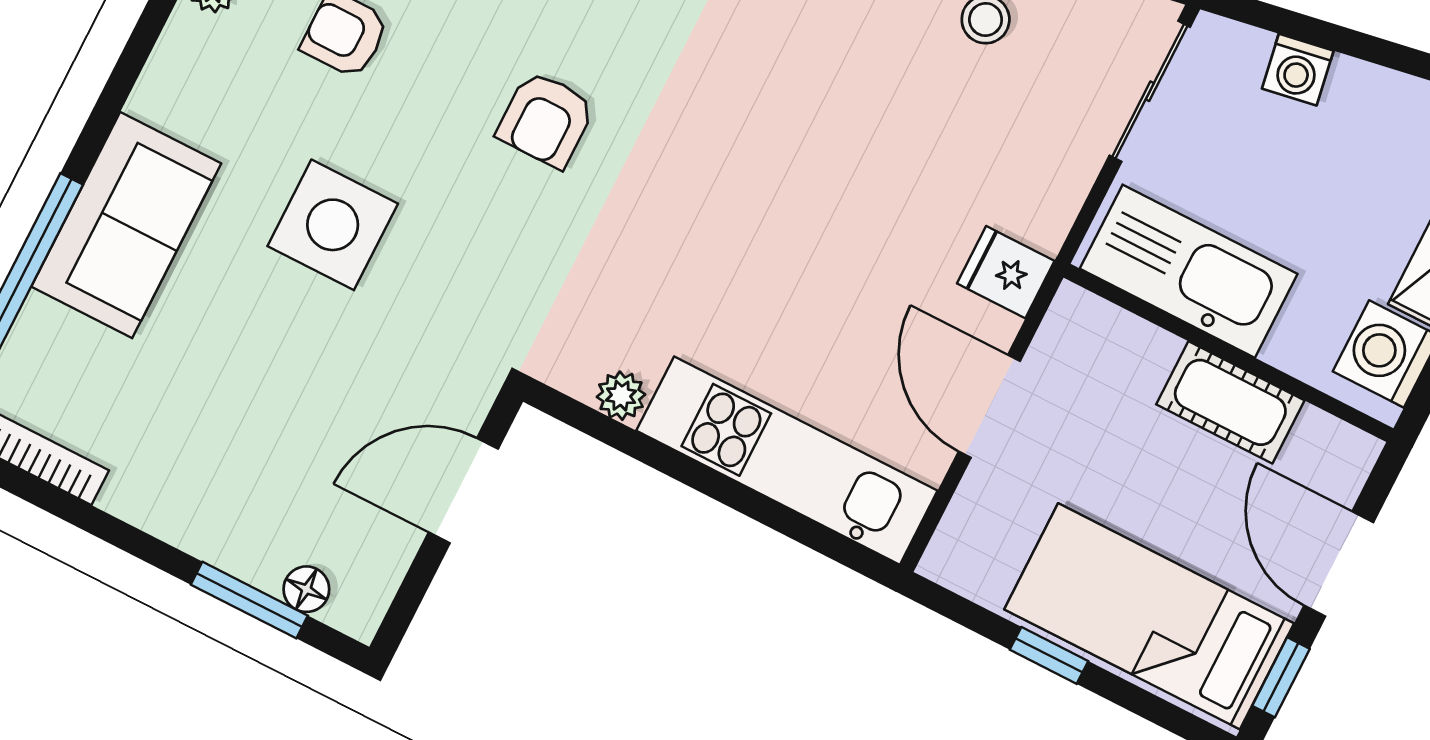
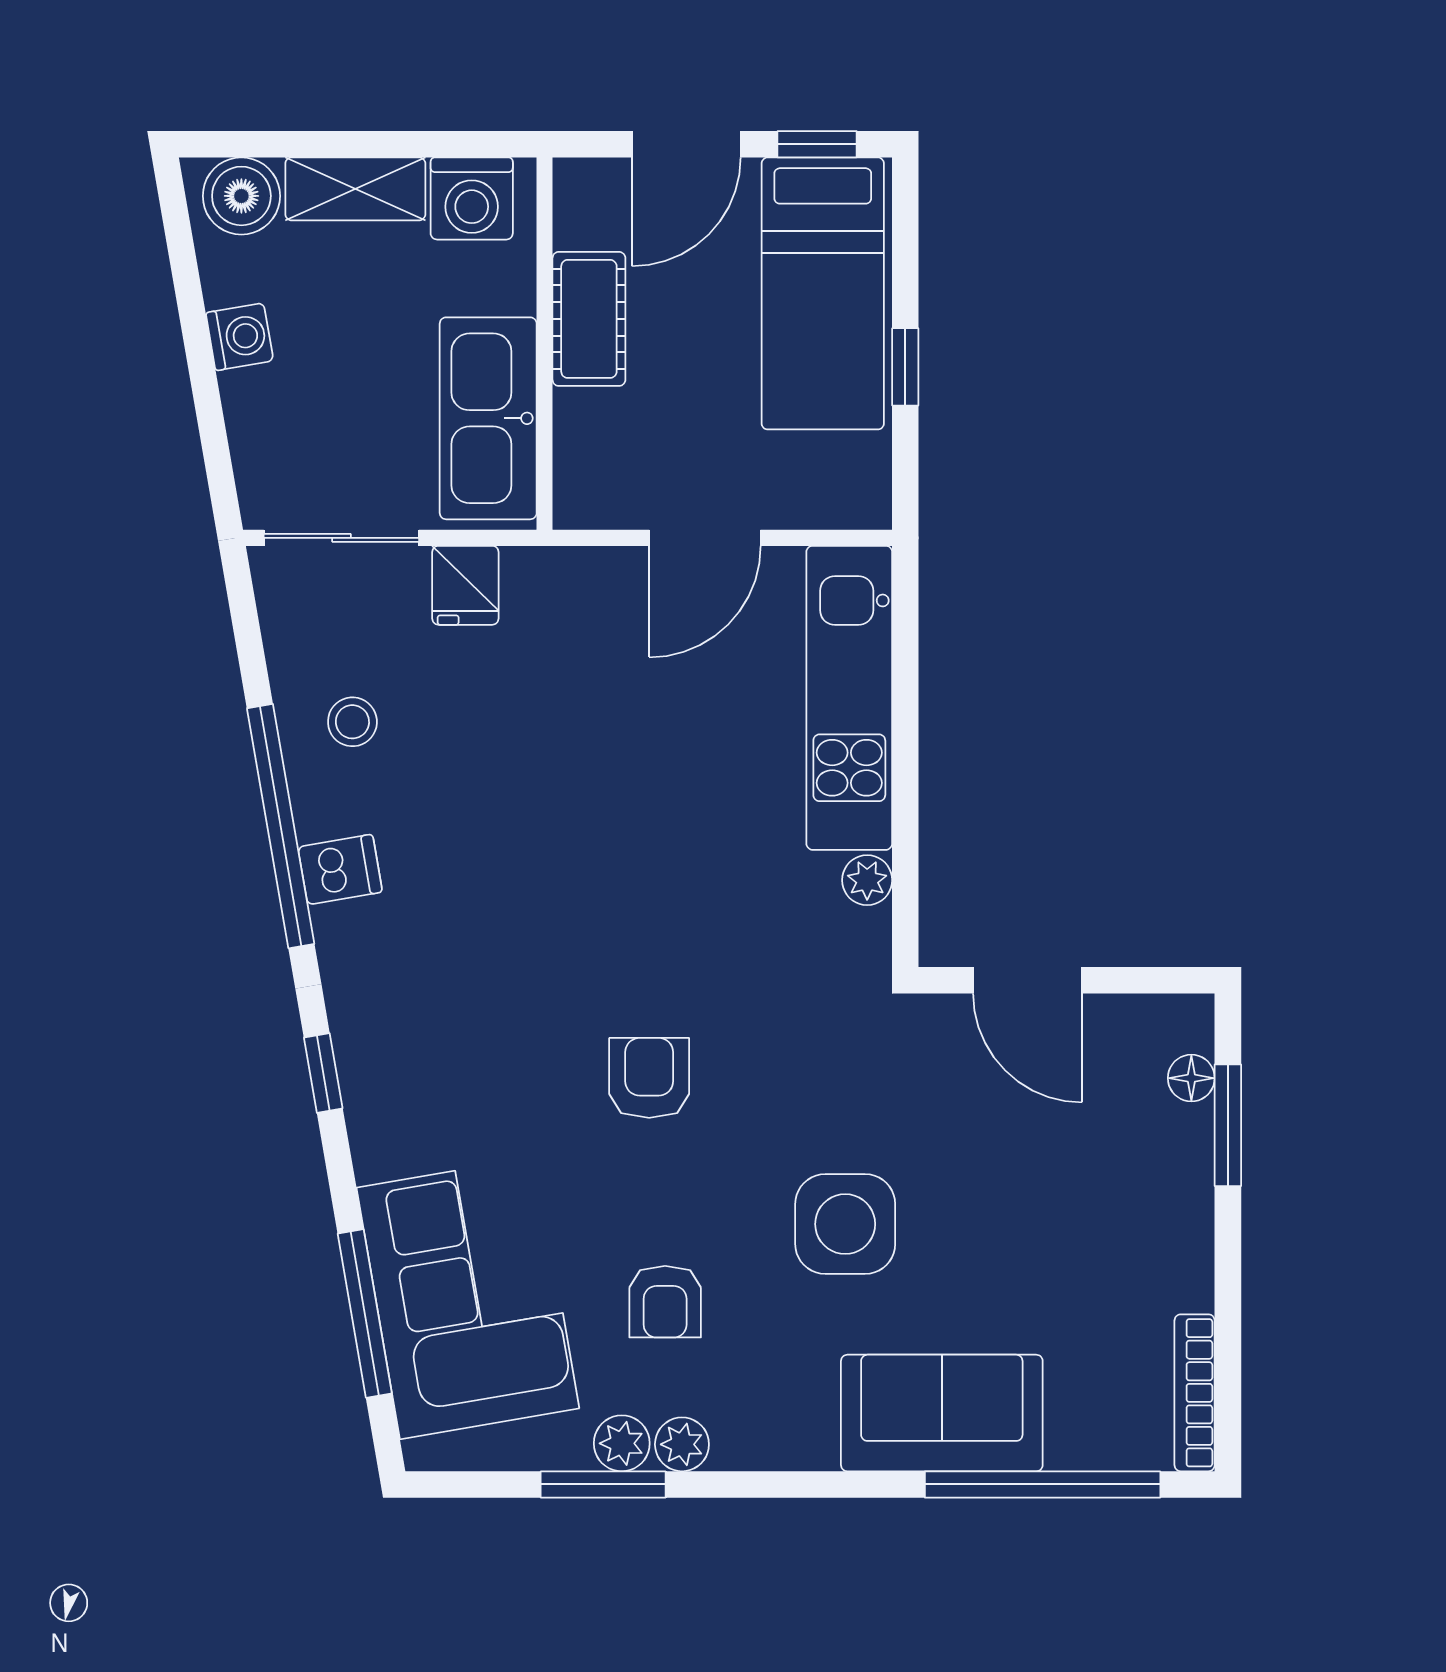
washing machine: (1298, 70) -> (240, 337), moved
armchair: (546, 119) -> (649, 1078), turned -90
fridge: (1006, 272) -> (465, 585), moved

